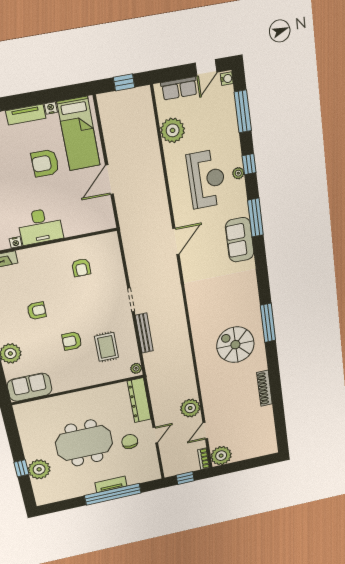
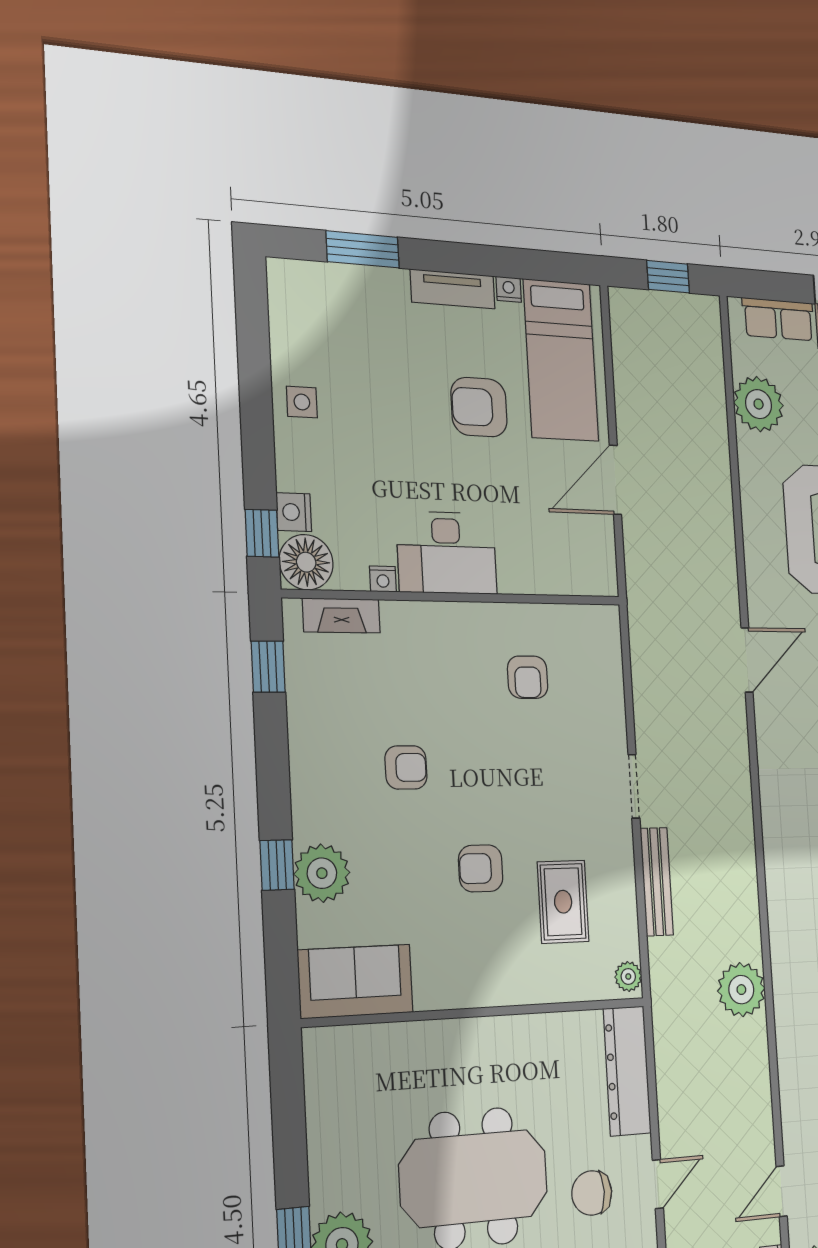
plant: (190, 408) -> (741, 990), moved
chair: (130, 441) -> (592, 1193), turned -90

